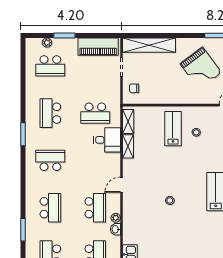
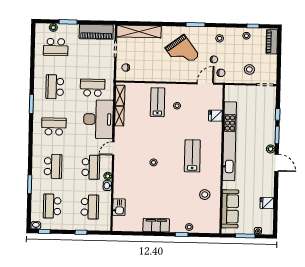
school desk: (95, 113) -> (93, 88), turned 180
desk: (107, 140) -> (98, 119), width x1.87, depth x1.30

